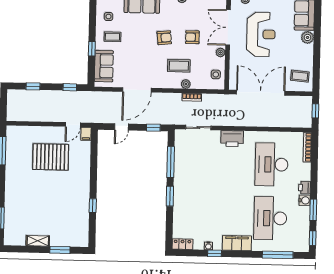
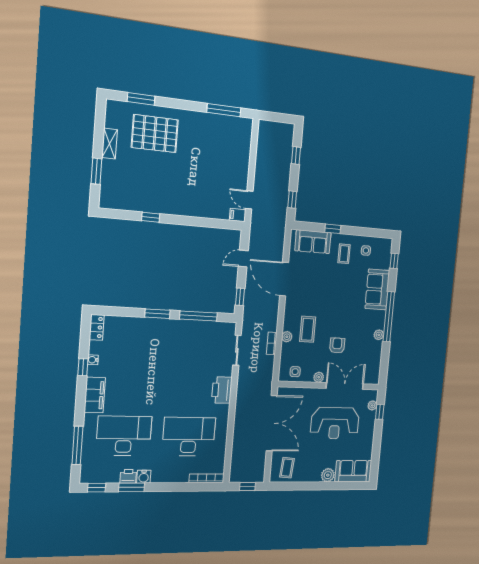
armchair: (164, 38) -> (339, 313), removed
door: (121, 127) -> (243, 259), hinge flipped
pallet: (51, 157) -> (155, 134), moved, turned 90
printer: (305, 188) -> (128, 476), moved

